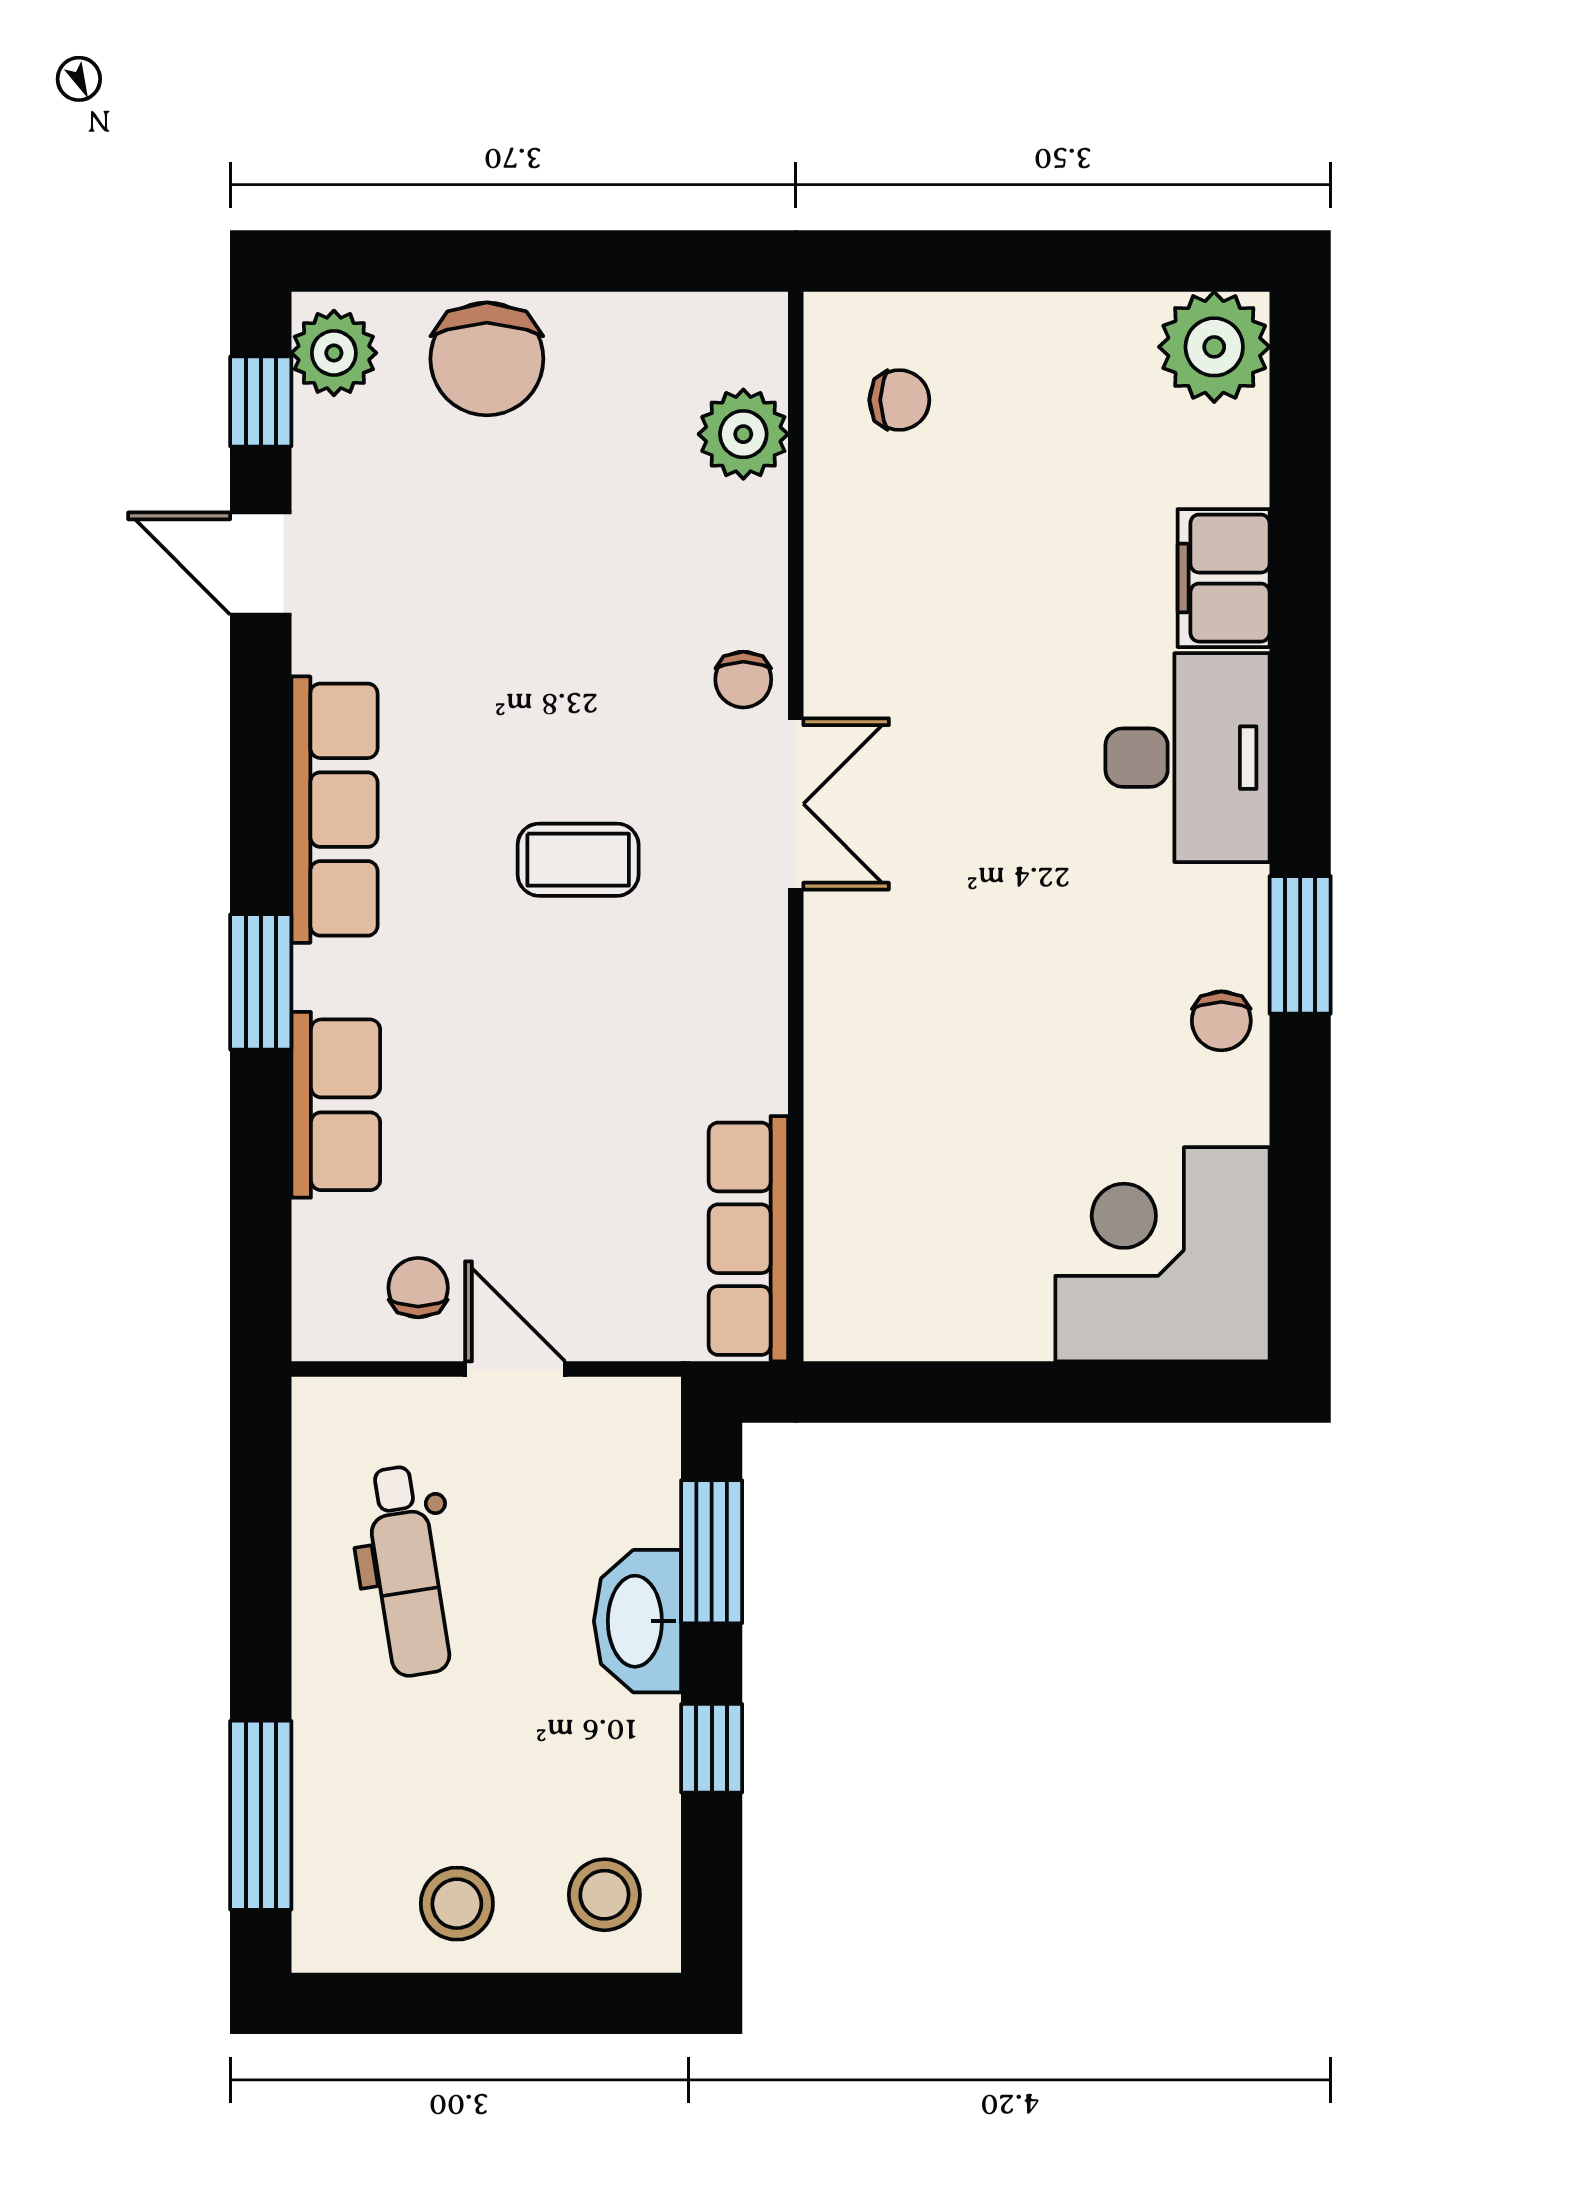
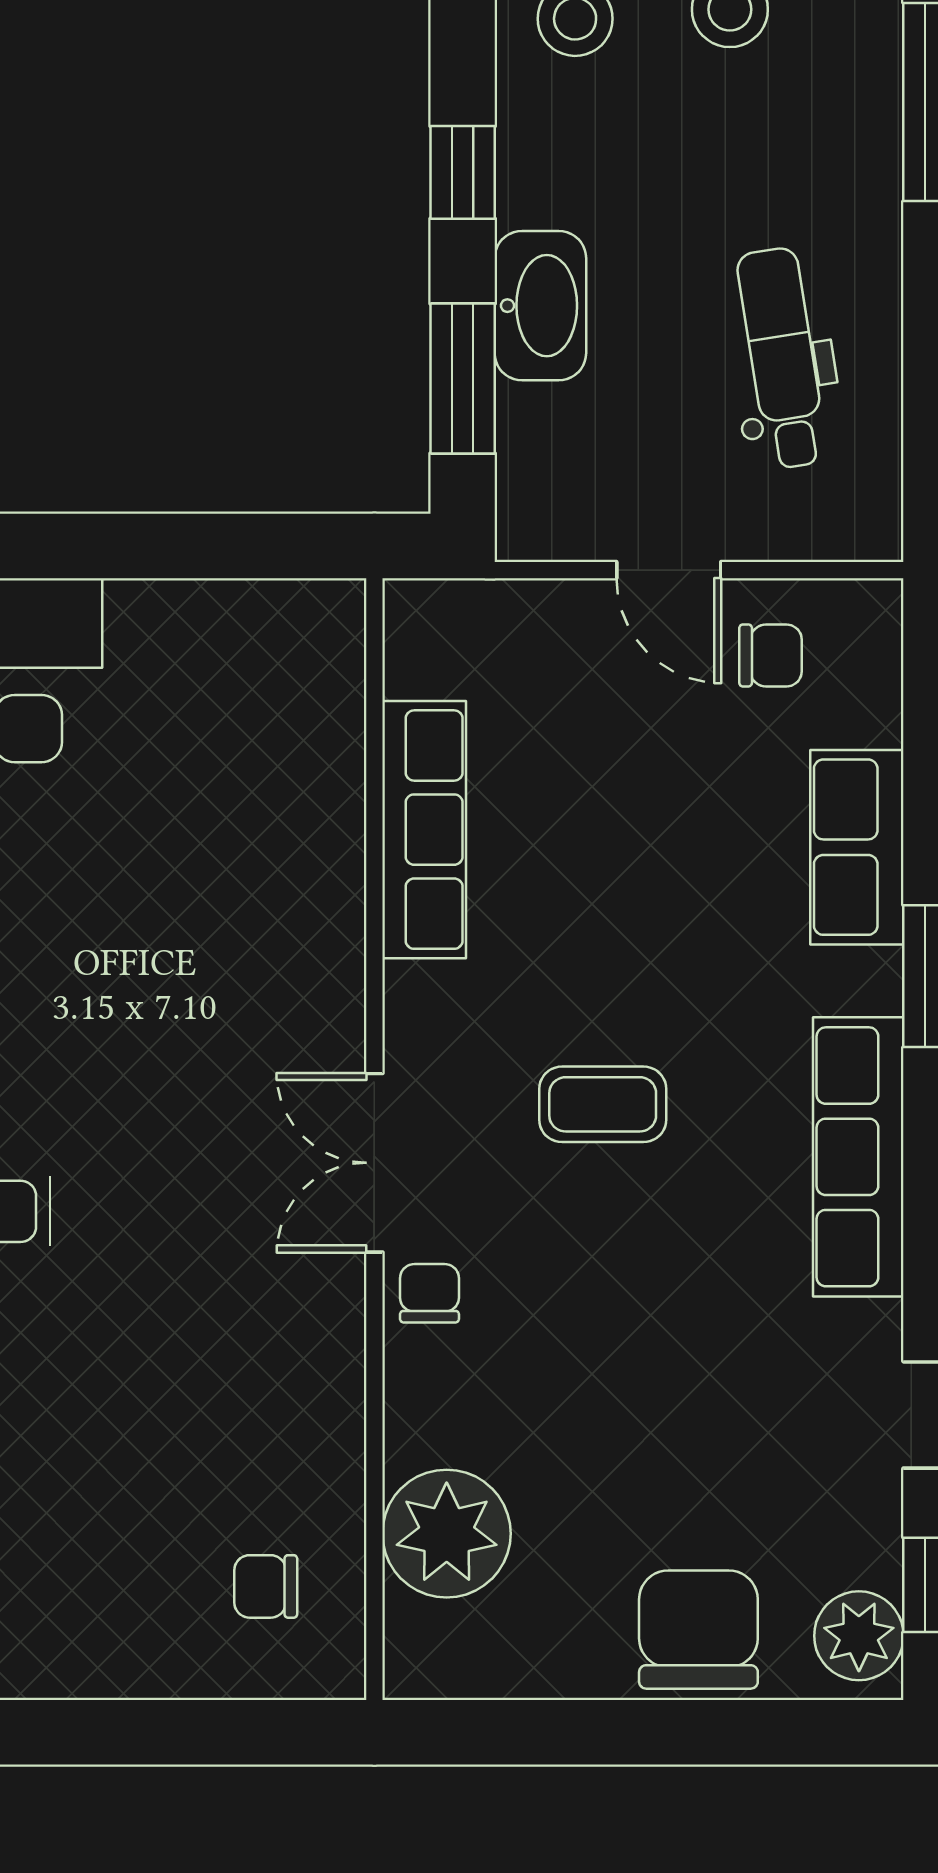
plant: (743, 434) -> (447, 1534), width x1.36, depth x1.36
row of seats: (748, 1239) -> (424, 830), moved
chair: (418, 1288) -> (770, 655), turned -90

